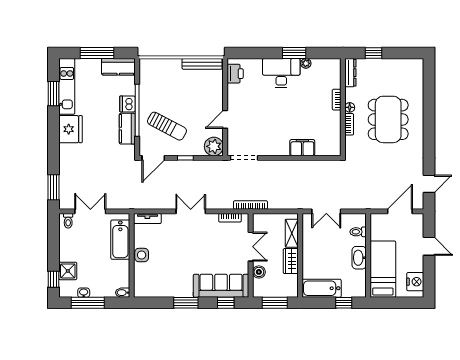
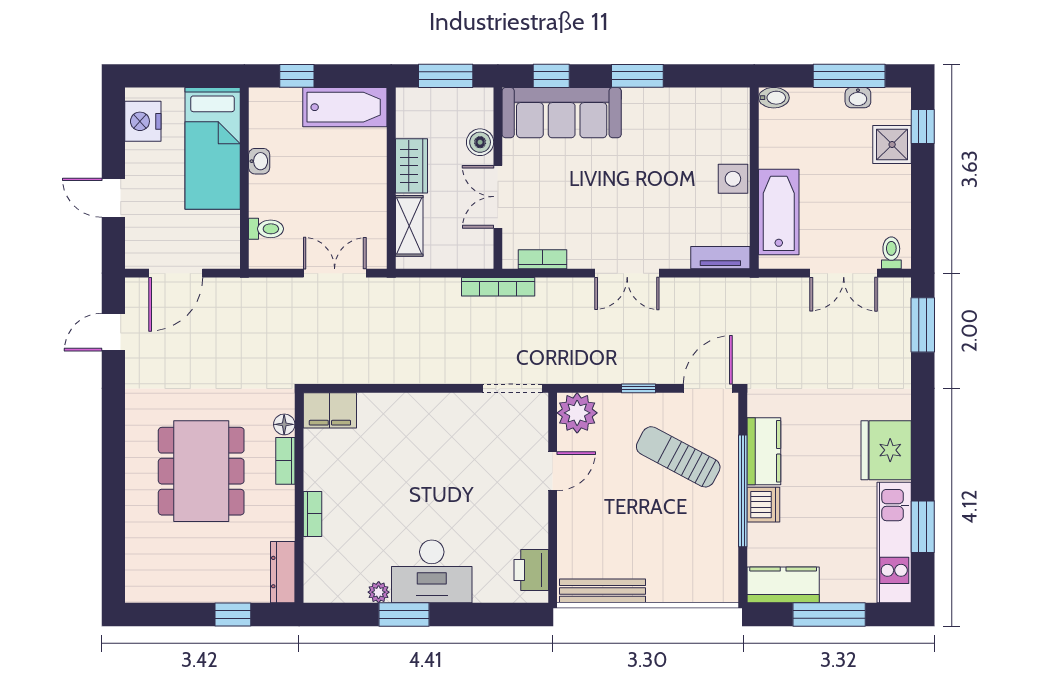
floor lamp: (350, 107) -> (284, 424), moved
filing cabinet: (302, 148) -> (330, 410), moved
washbasin: (359, 258) -> (259, 161), width x0.52, depth x0.69

